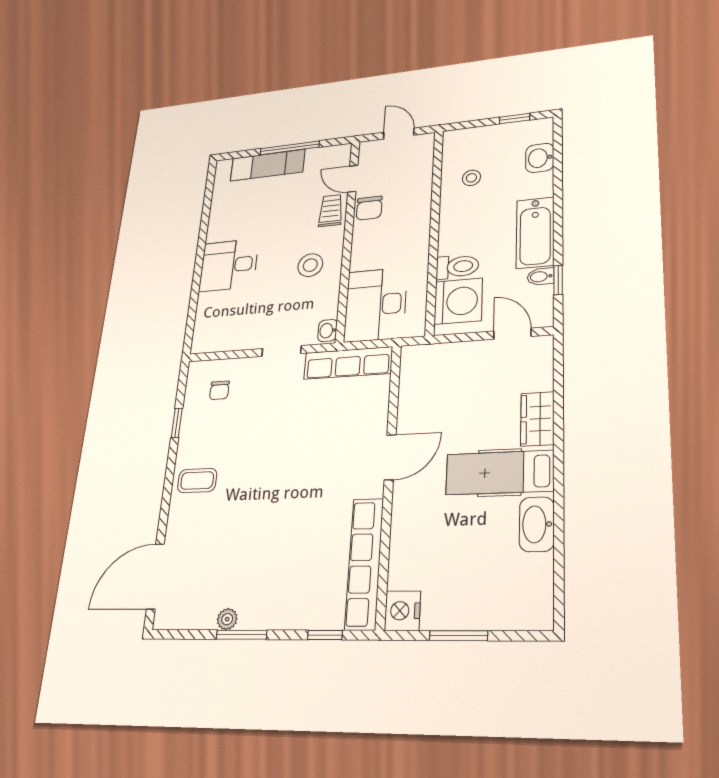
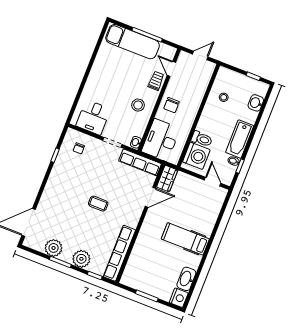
door: (399, 134) -> (200, 55), hinge flipped
exam couch: (268, 165) -> (133, 42), width x1.36, depth x1.45
chair: (369, 208) -> (171, 105), moved
desk: (229, 265) -> (93, 117), moved, turned -90
wardrobe: (537, 419) -> (167, 179), moved, turned 180
door: (390, 457) -> (150, 197), moved
coffee table: (197, 481) -> (98, 204), moved
washbasin: (537, 524) -> (186, 279), moved
plant: (285, 609) -> (81, 259), added
nightstand: (402, 611) -> (179, 298), moved, turned 180
plant: (227, 619) -> (54, 248), width x1.87, depth x1.87

